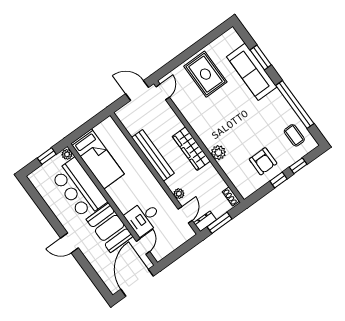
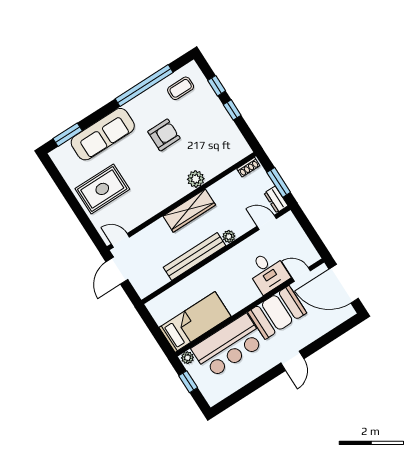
window: (261, 57) -> (68, 135), moved
armchair: (263, 161) -> (164, 135), moved
plant: (179, 194) -> (229, 236), moved

